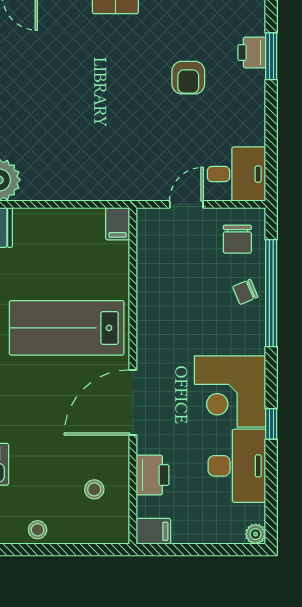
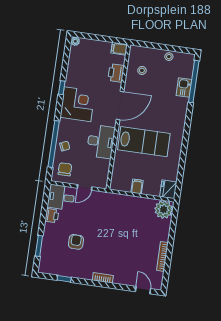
printer: (252, 52) -> (52, 216), moved
filing cabinet: (118, 224) -> (137, 186), moved
desk: (237, 466) -> (101, 142), moved, turned 180

